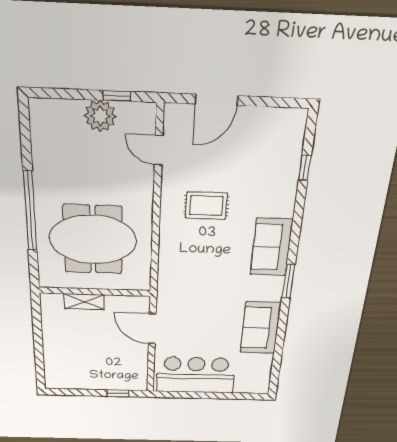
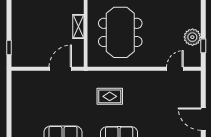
door: (216, 100) -> (203, 119), moved
rug: (206, 206) -> (110, 96), moved, turned 90
bar counter: (196, 375) -> (25, 98), removed

